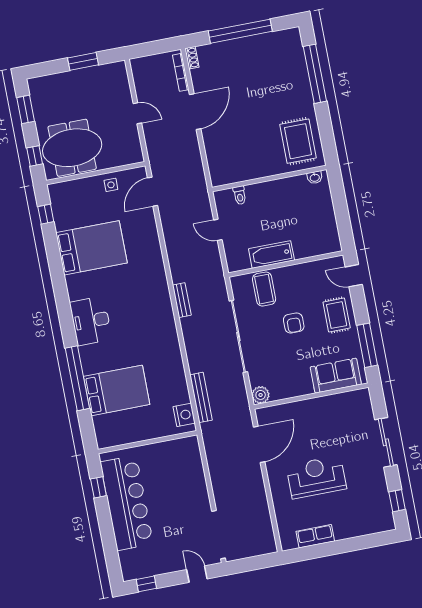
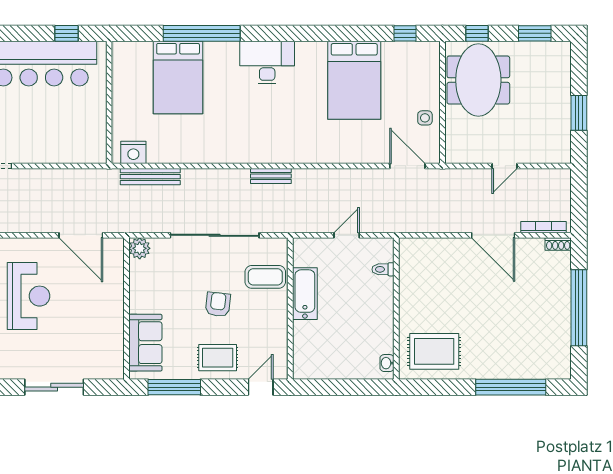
armchair: (294, 323) -> (218, 304), turned 96

